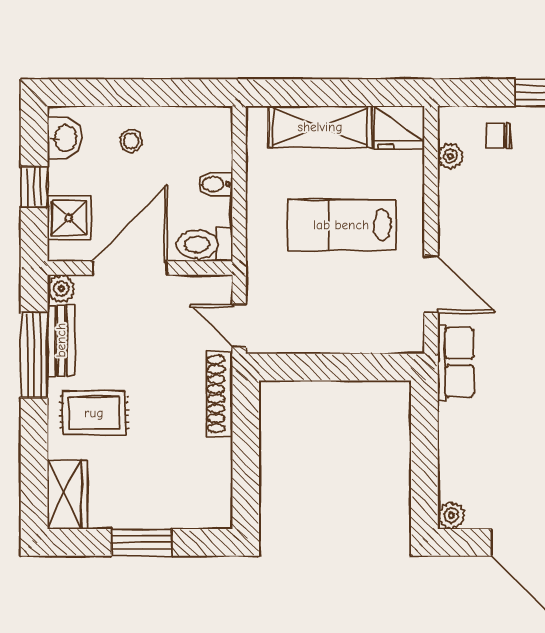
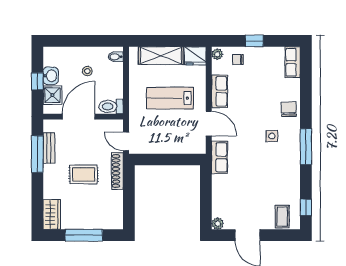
washbasin: (65, 138) -> (51, 76), moved
stool: (131, 141) -> (87, 71), moved
plant: (450, 156) -> (217, 54), moved
bidet: (215, 184) -> (116, 57), moved
row of seats: (456, 209) -> (219, 91), added
plant: (61, 288) -> (49, 125), removed
rug: (94, 413) -> (84, 174), moved
window: (142, 542) -> (84, 235), width x1.44

